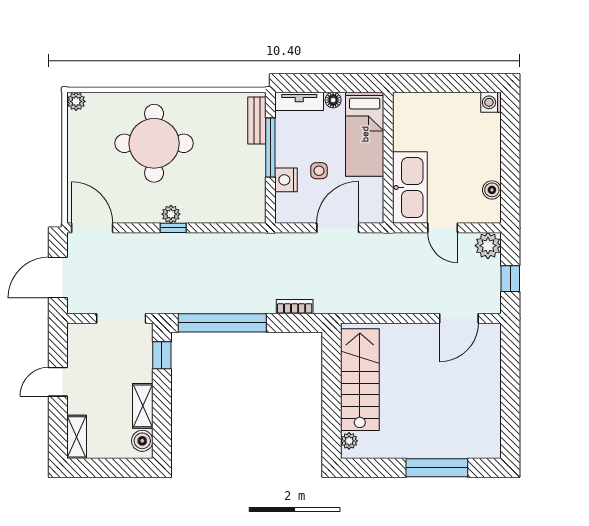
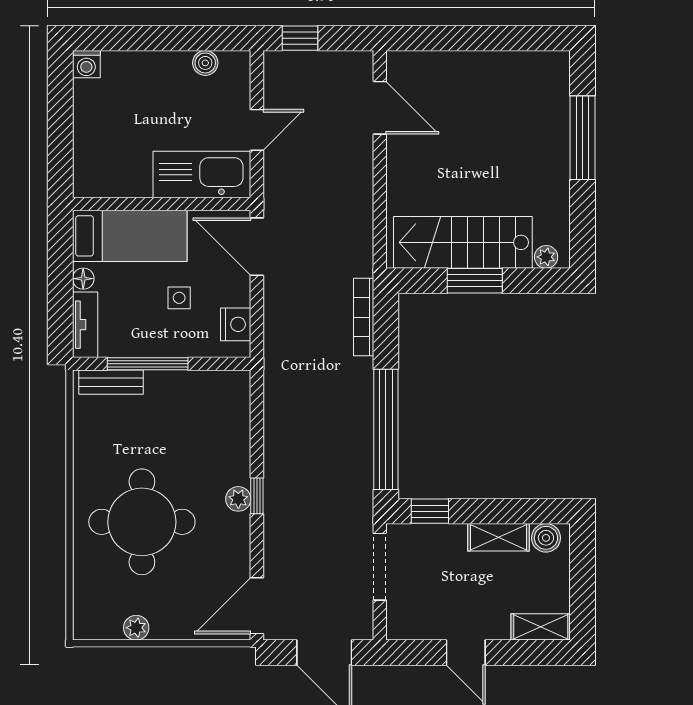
plant: (76, 101) -> (136, 628), moved
nightstand: (286, 180) -> (236, 324), moved, turned -90
door: (338, 228) -> (257, 247), moved
plant: (488, 246) -> (281, 68), removed
window: (510, 279) -> (300, 38), moved
bookcase: (295, 307) -> (364, 317), width x1.56
window: (332, 388) -> (475, 281), added

